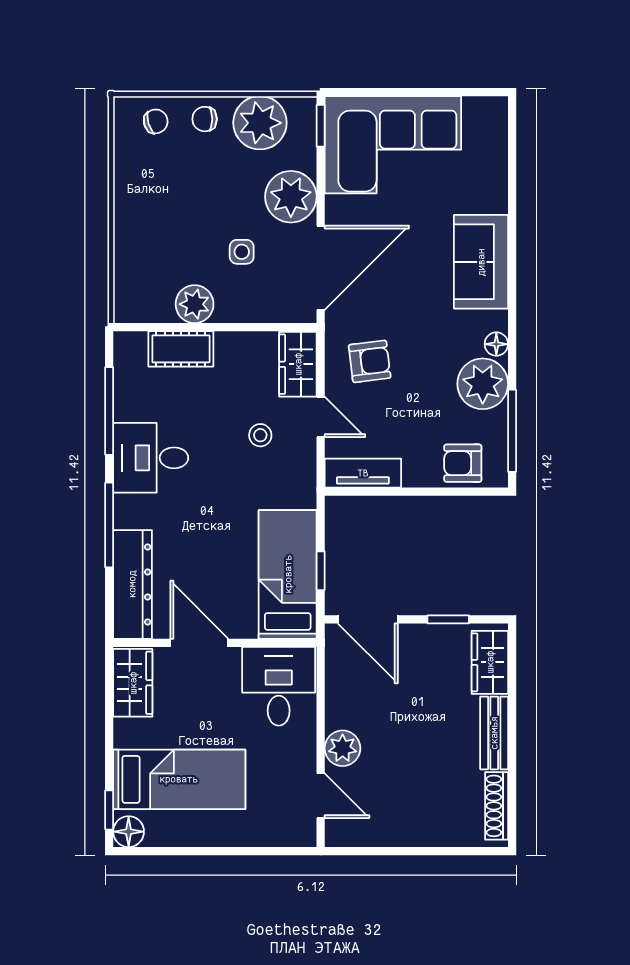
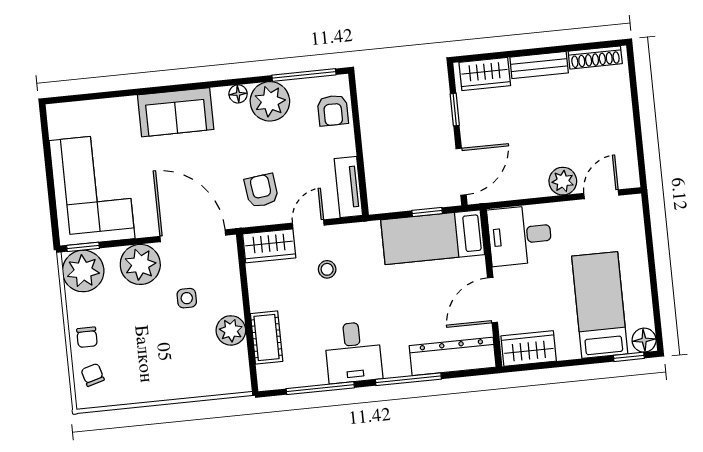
plant: (260, 123) -> (83, 271), moved

